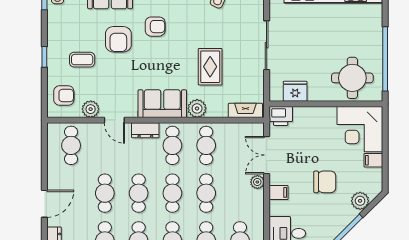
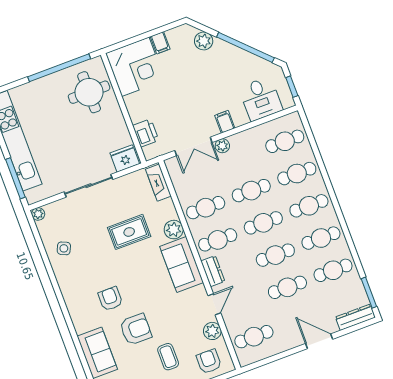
fridge: (295, 91) -> (125, 158), moved, turned 90
printer: (281, 116) -> (146, 133), moved
chair: (325, 182) -> (198, 81), removed

